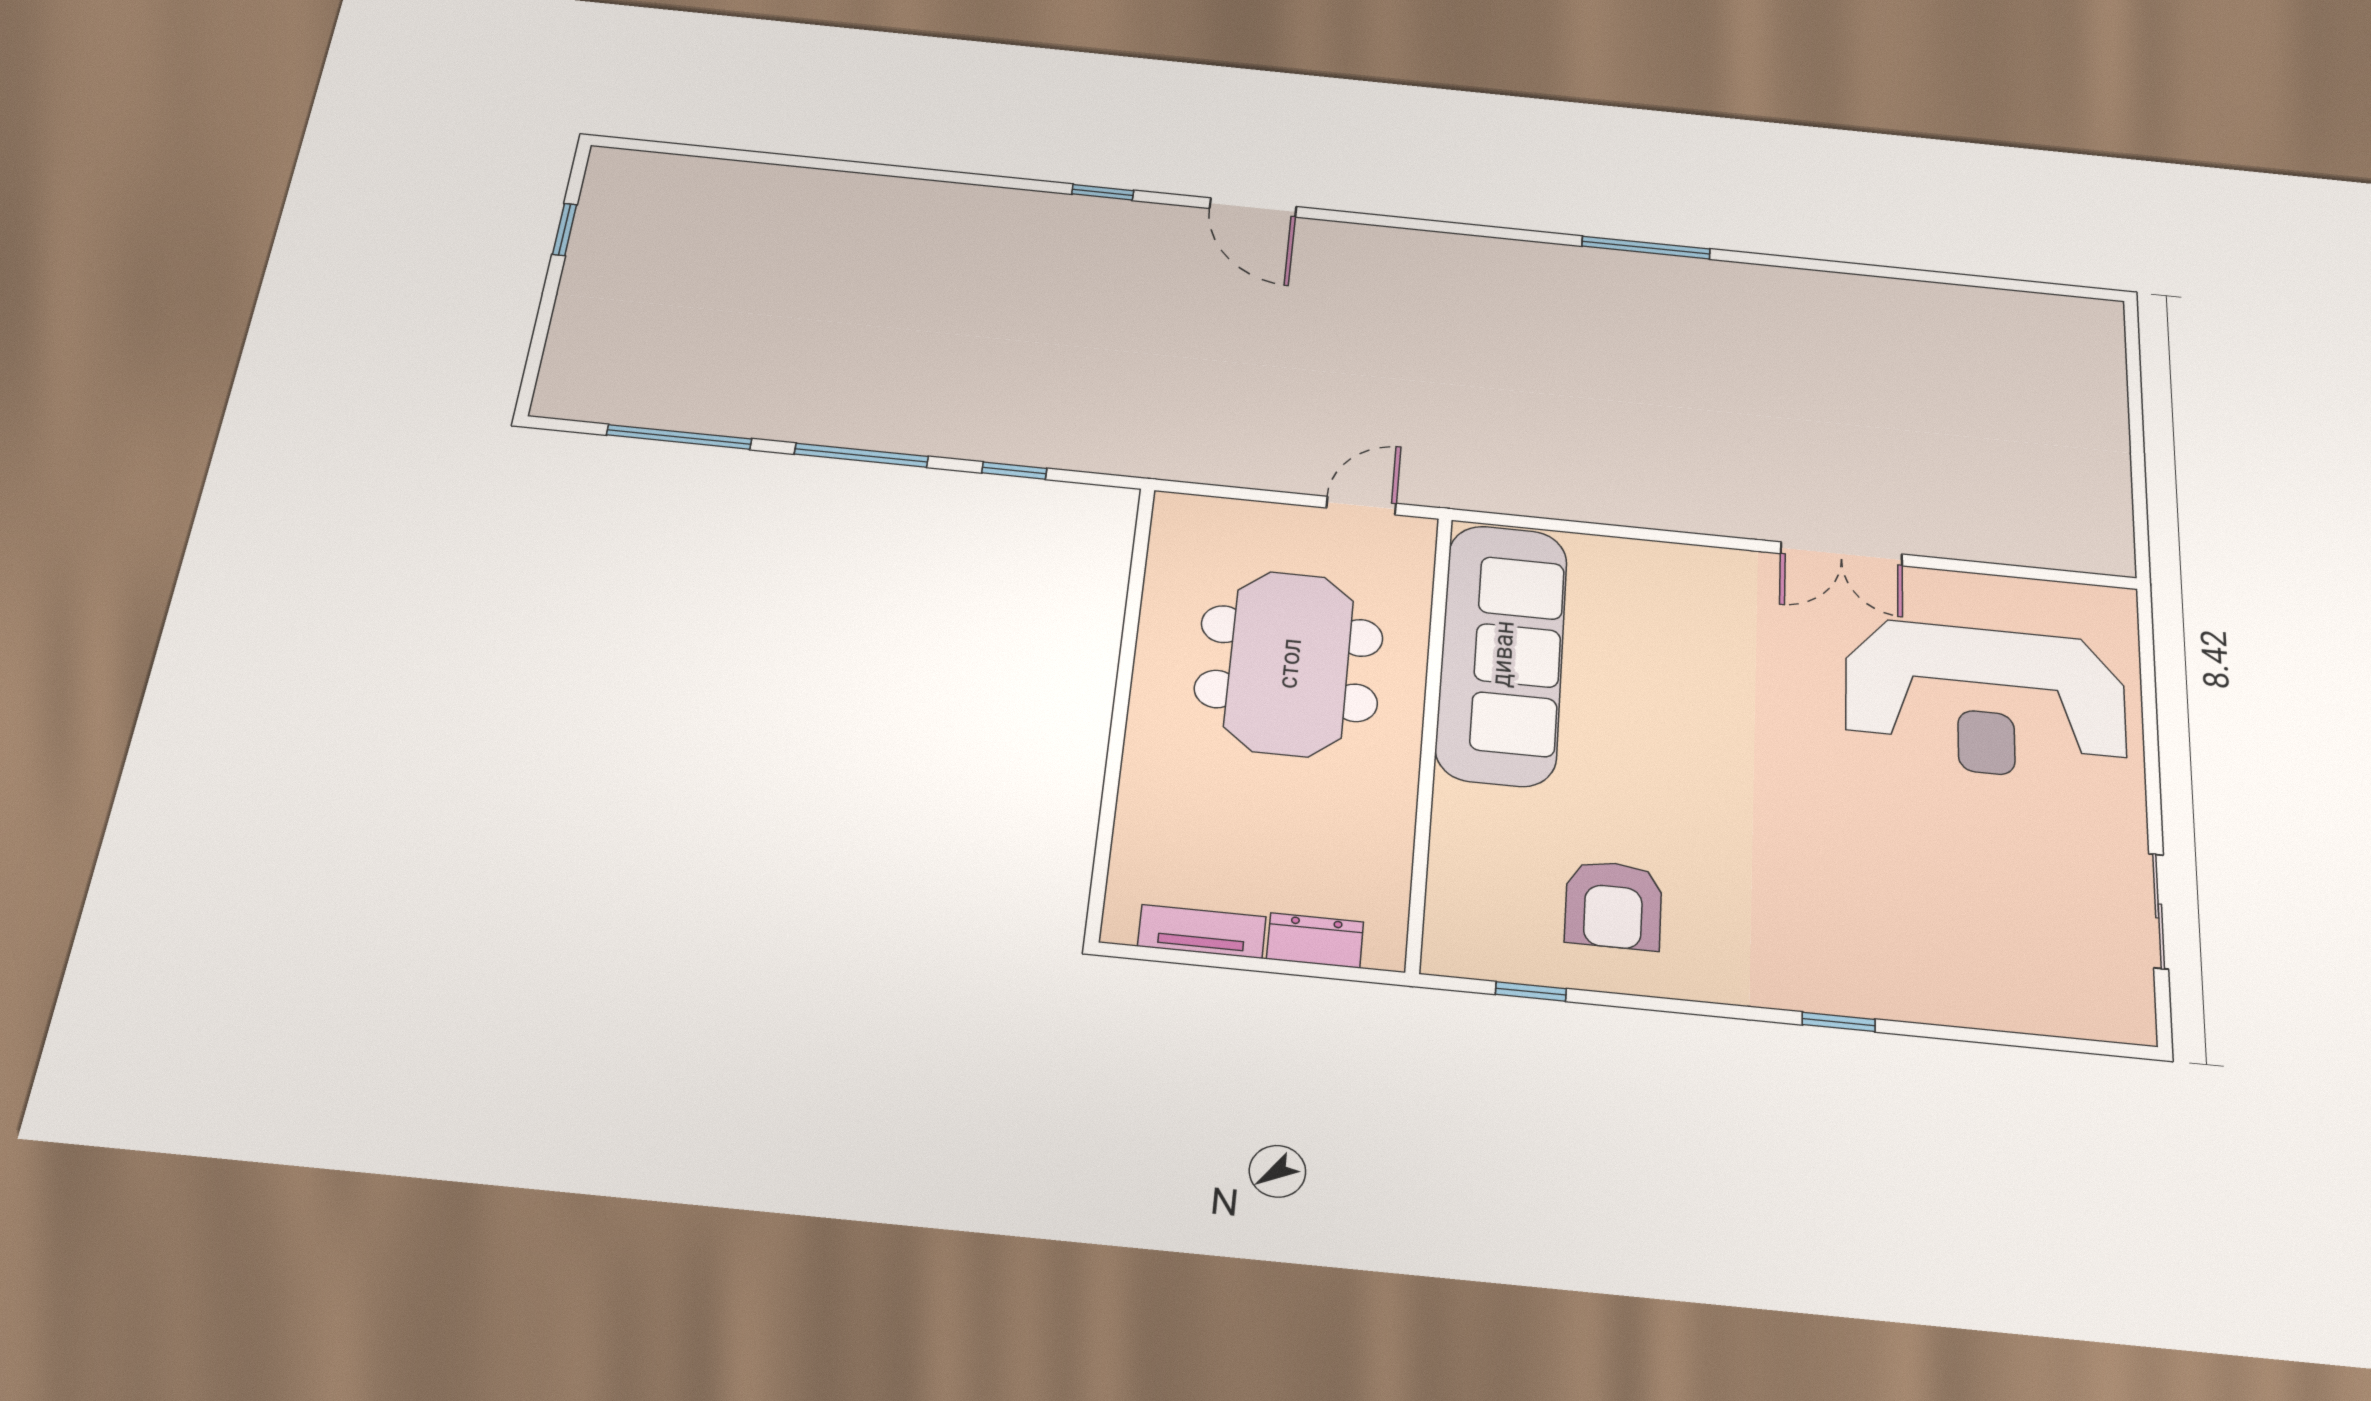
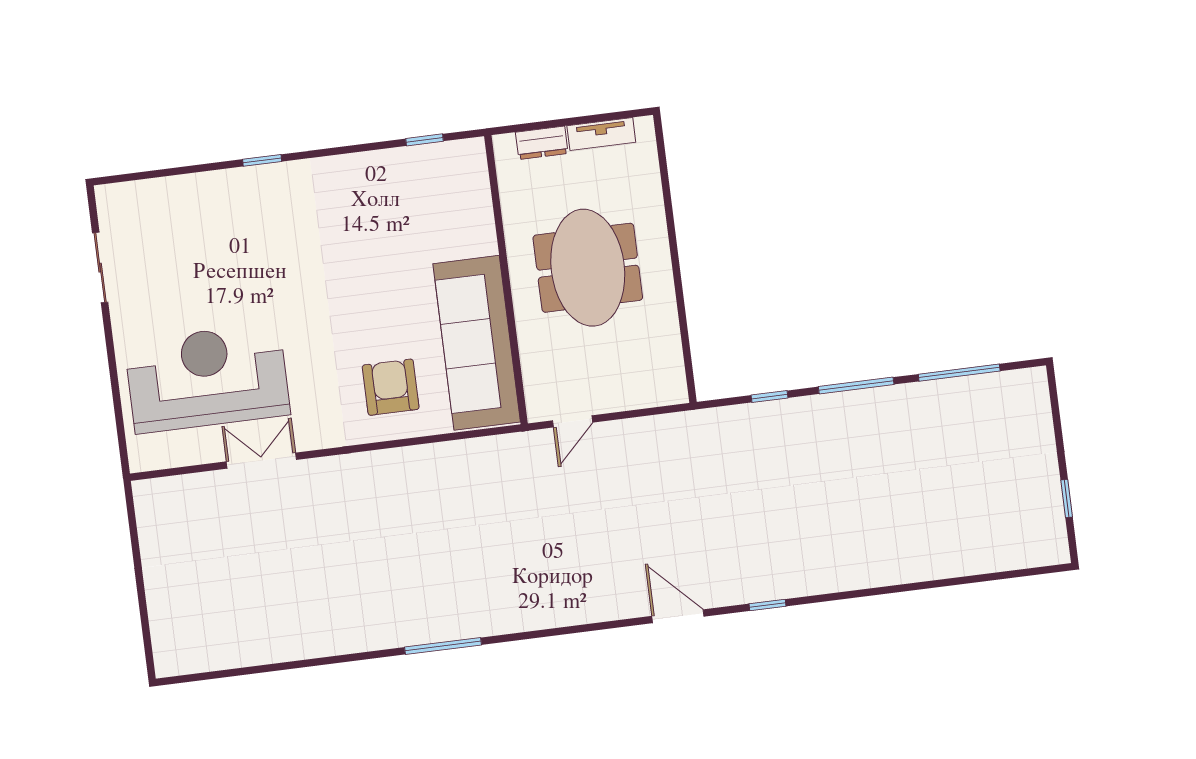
double door: (1841, 554) -> (261, 461), moved
meeting table: (1289, 663) -> (588, 268), moved
armchair: (1613, 905) -> (391, 387), moved

